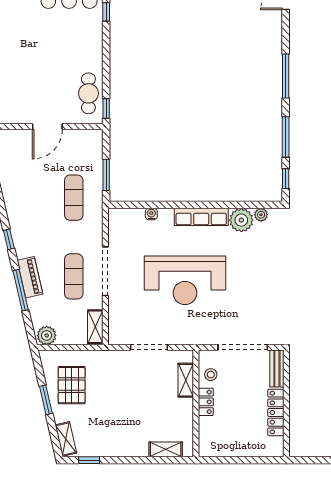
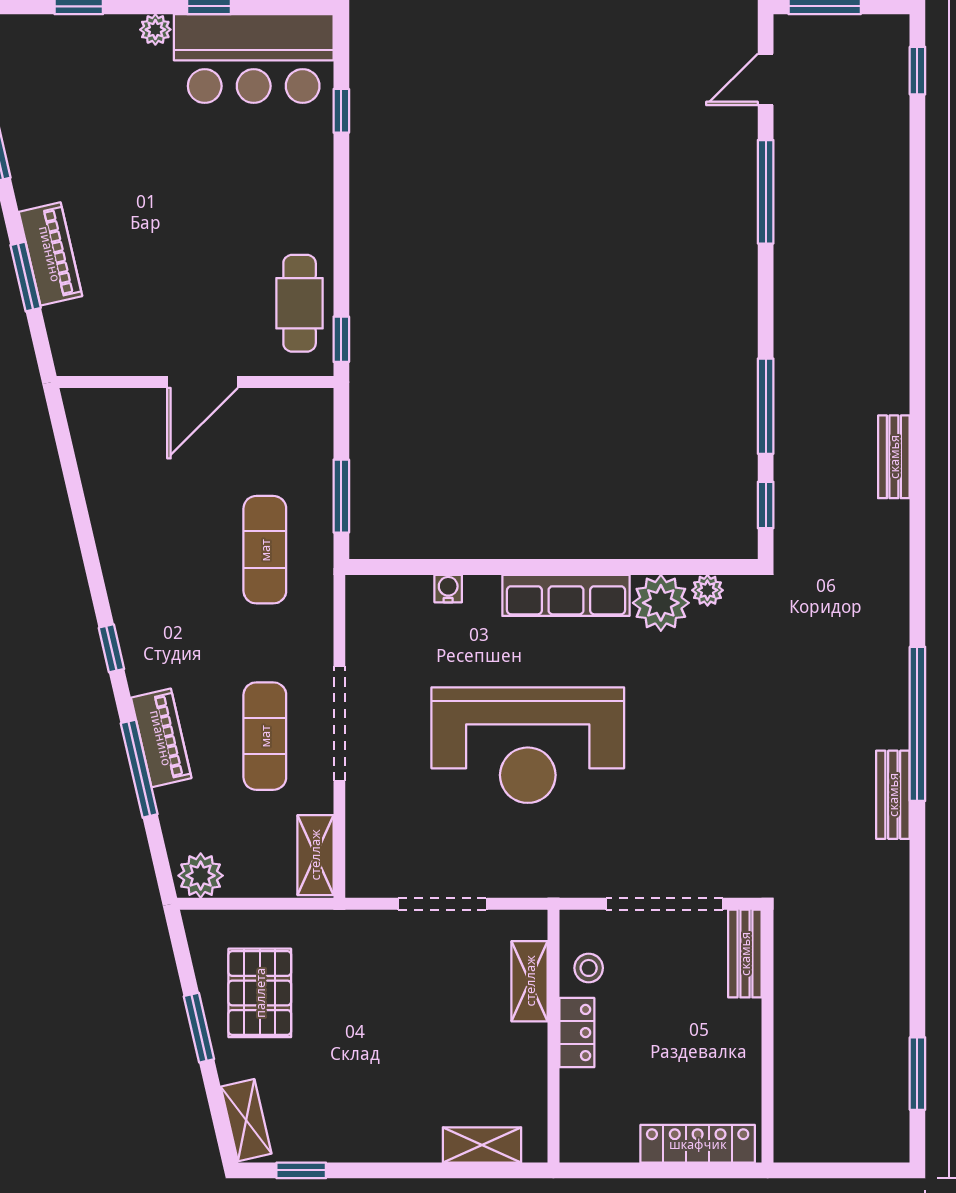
window: (286, 76) -> (766, 192), moved
locker: (276, 413) -> (698, 1144), moved, turned 90

